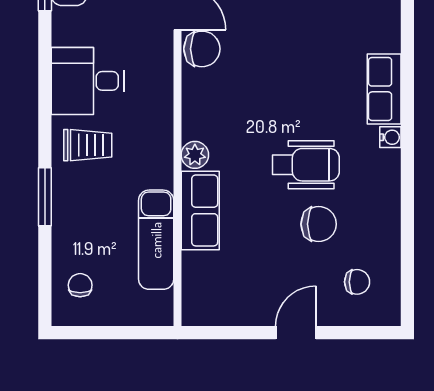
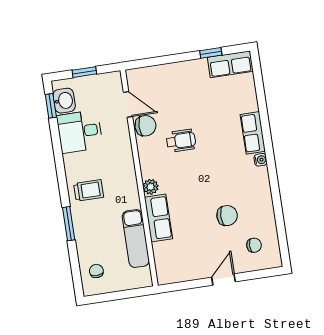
desk: (88, 81) -> (80, 132), moved
wheelchair: (306, 165) -> (181, 141), moved, width x0.73, depth x0.73

